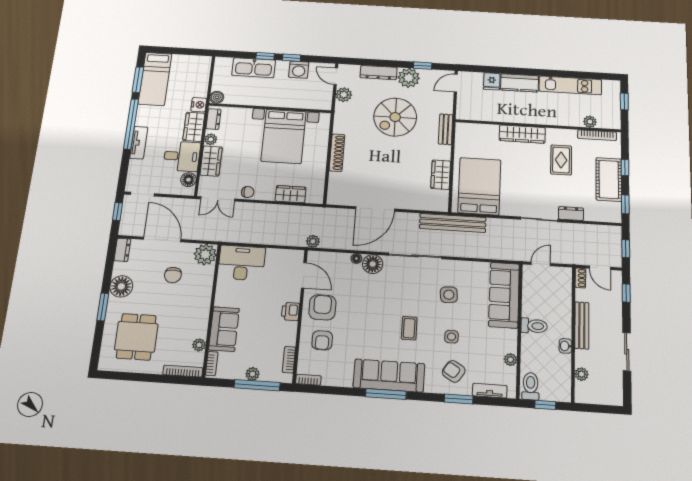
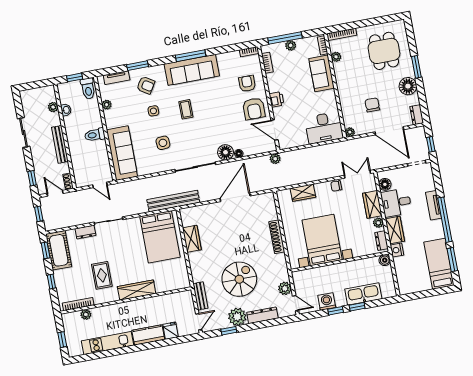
bench: (446, 129) -> (200, 296), moved
cot: (609, 179) -> (59, 250), moved
plant: (205, 254) -> (350, 132), width x0.53, depth x0.53
door: (541, 264) -> (100, 185), hinge flipped
washbasin: (565, 346) -> (66, 110), moved

